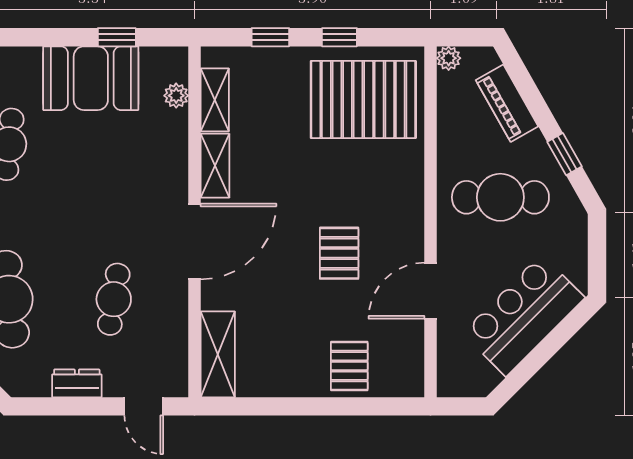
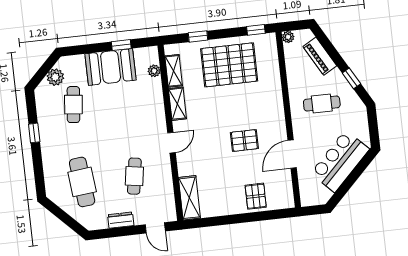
window: (339, 37) -> (256, 30), moved
pallet: (363, 99) -> (229, 65), moved
cafe table: (500, 197) -> (322, 103), width x0.73, depth x0.74
door: (195, 242) -> (171, 143), width x0.53
pallet: (339, 253) -> (244, 140), turned 90

